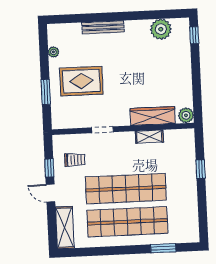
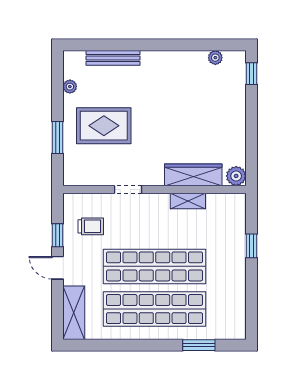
bench: (103, 27) -> (113, 58), moved
plant: (161, 29) -> (215, 58), width x0.53, depth x0.53

